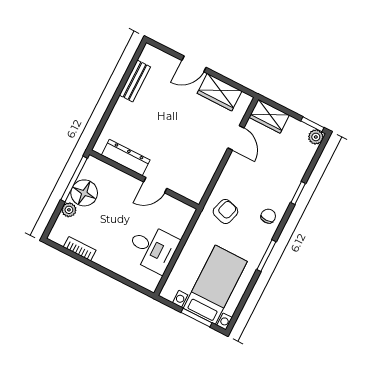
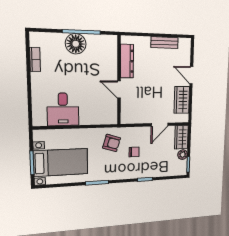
plant: (316, 137) -> (183, 155), moved
dresser: (126, 158) -> (127, 61), moved
wall: (144, 179) -> (119, 80), moved
door: (155, 185) -> (119, 90), moved
plant: (69, 210) -> (58, 39), removed
chair: (268, 216) -> (134, 152), moved

